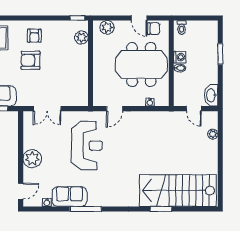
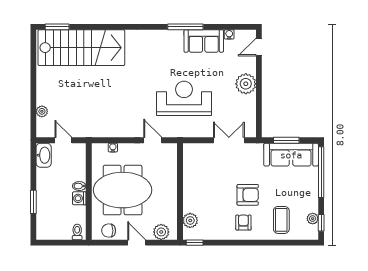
door: (139, 18) -> (137, 243), moved
door: (115, 109) -> (153, 140), hinge flipped
reception desk: (87, 146) -> (184, 98), turned 90
window: (161, 209) -> (57, 27), moved

